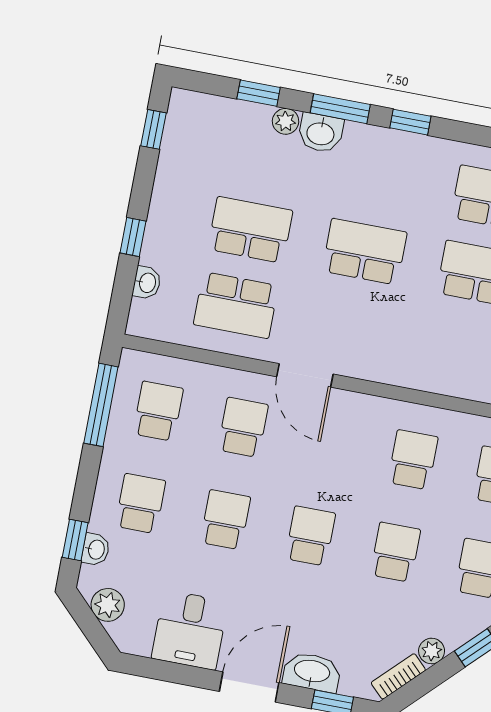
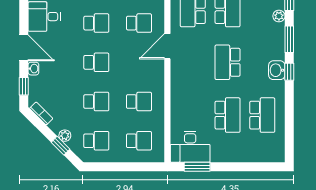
washbasin: (321, 133) -> (277, 70), moved
school desk: (365, 252) -> (228, 62), turned 180
plant: (432, 651) -> (65, 136), moved
washbasin: (312, 672) -> (33, 69), width x0.52, depth x0.69

